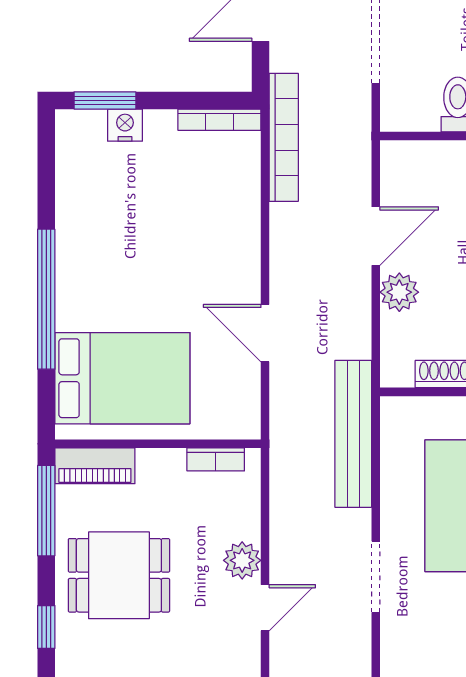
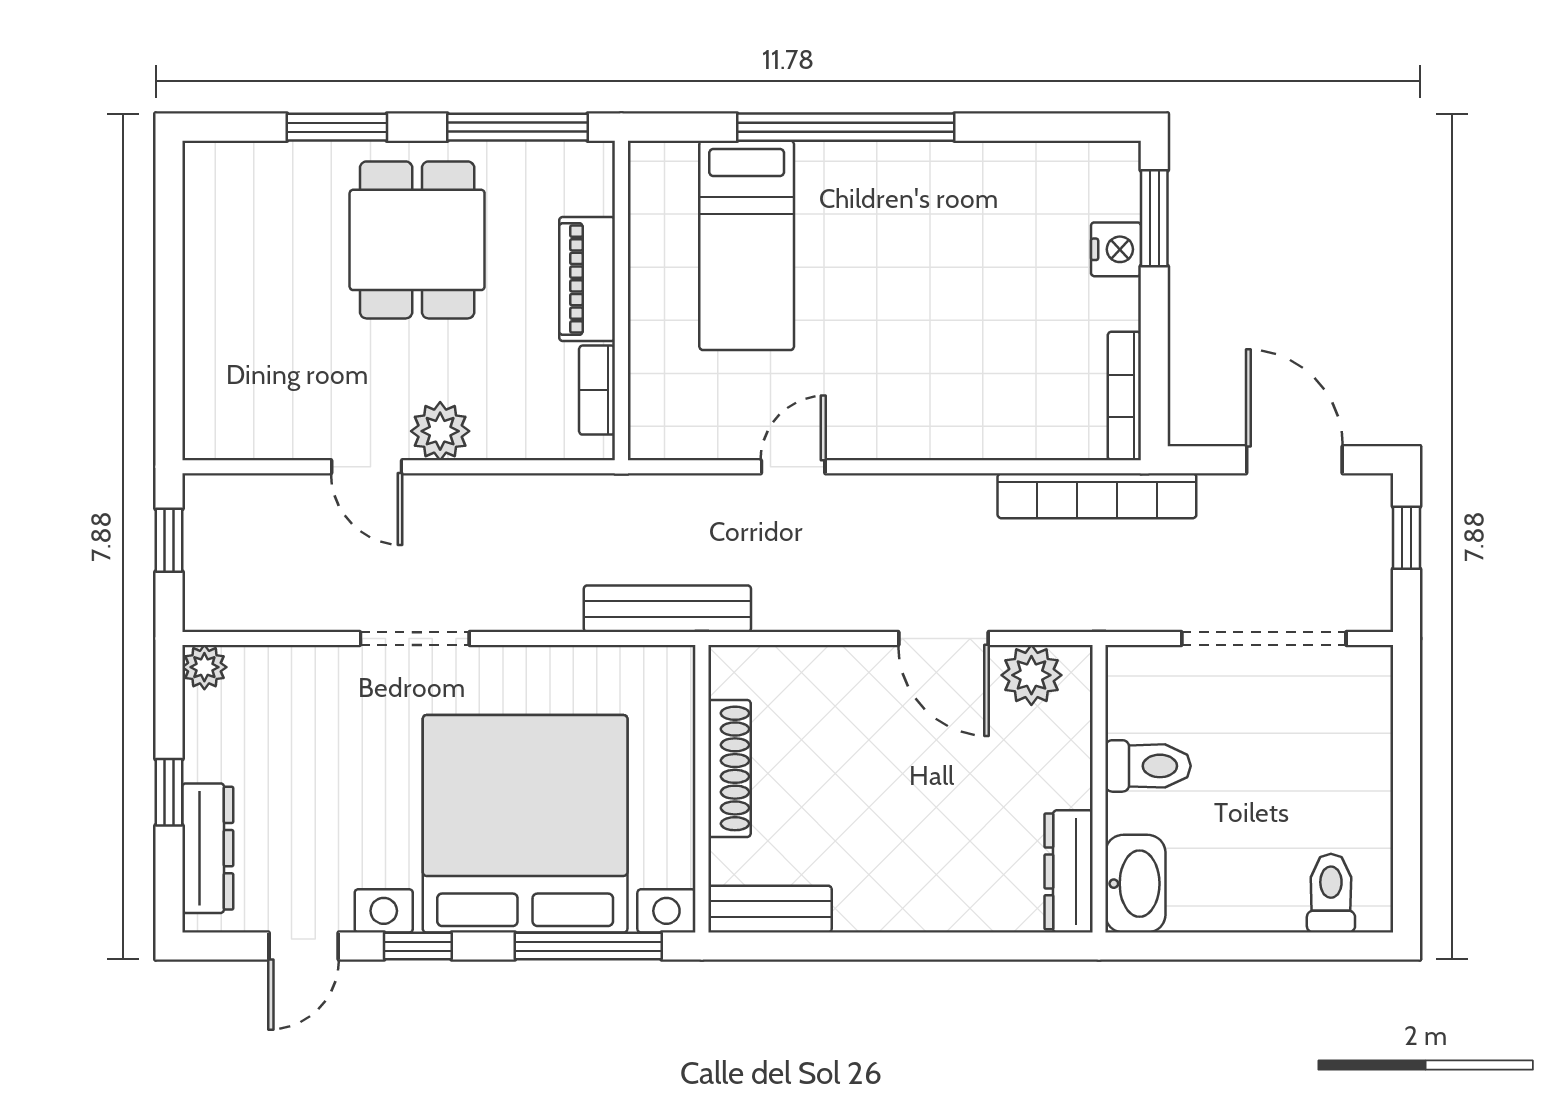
plant: (399, 292) -> (1031, 675), moved
door: (265, 333) -> (793, 467), width x0.73
bed: (122, 378) -> (747, 245), width x0.67
bench: (353, 434) -> (667, 609), width x0.73, depth x0.82
piano: (95, 466) -> (587, 279), moved
window: (46, 627) -> (337, 127), width x1.50

